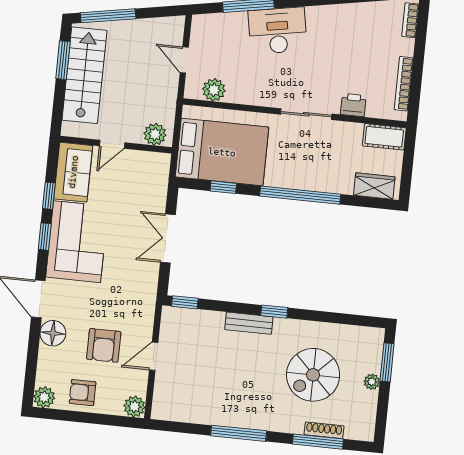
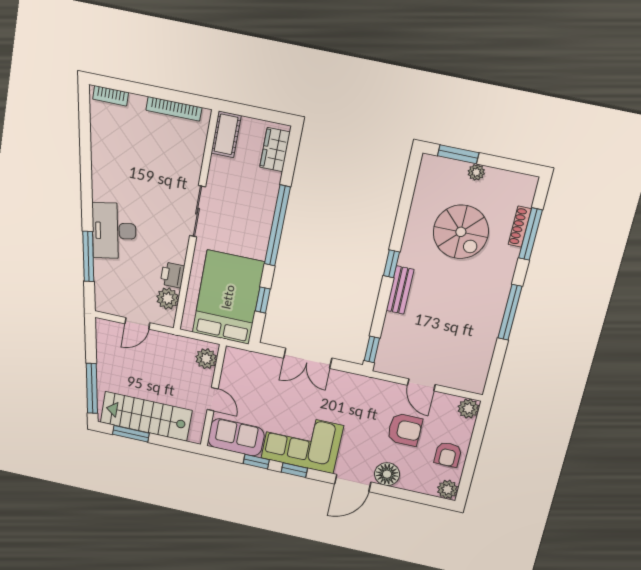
printer: (353, 105) -> (172, 275), moved

